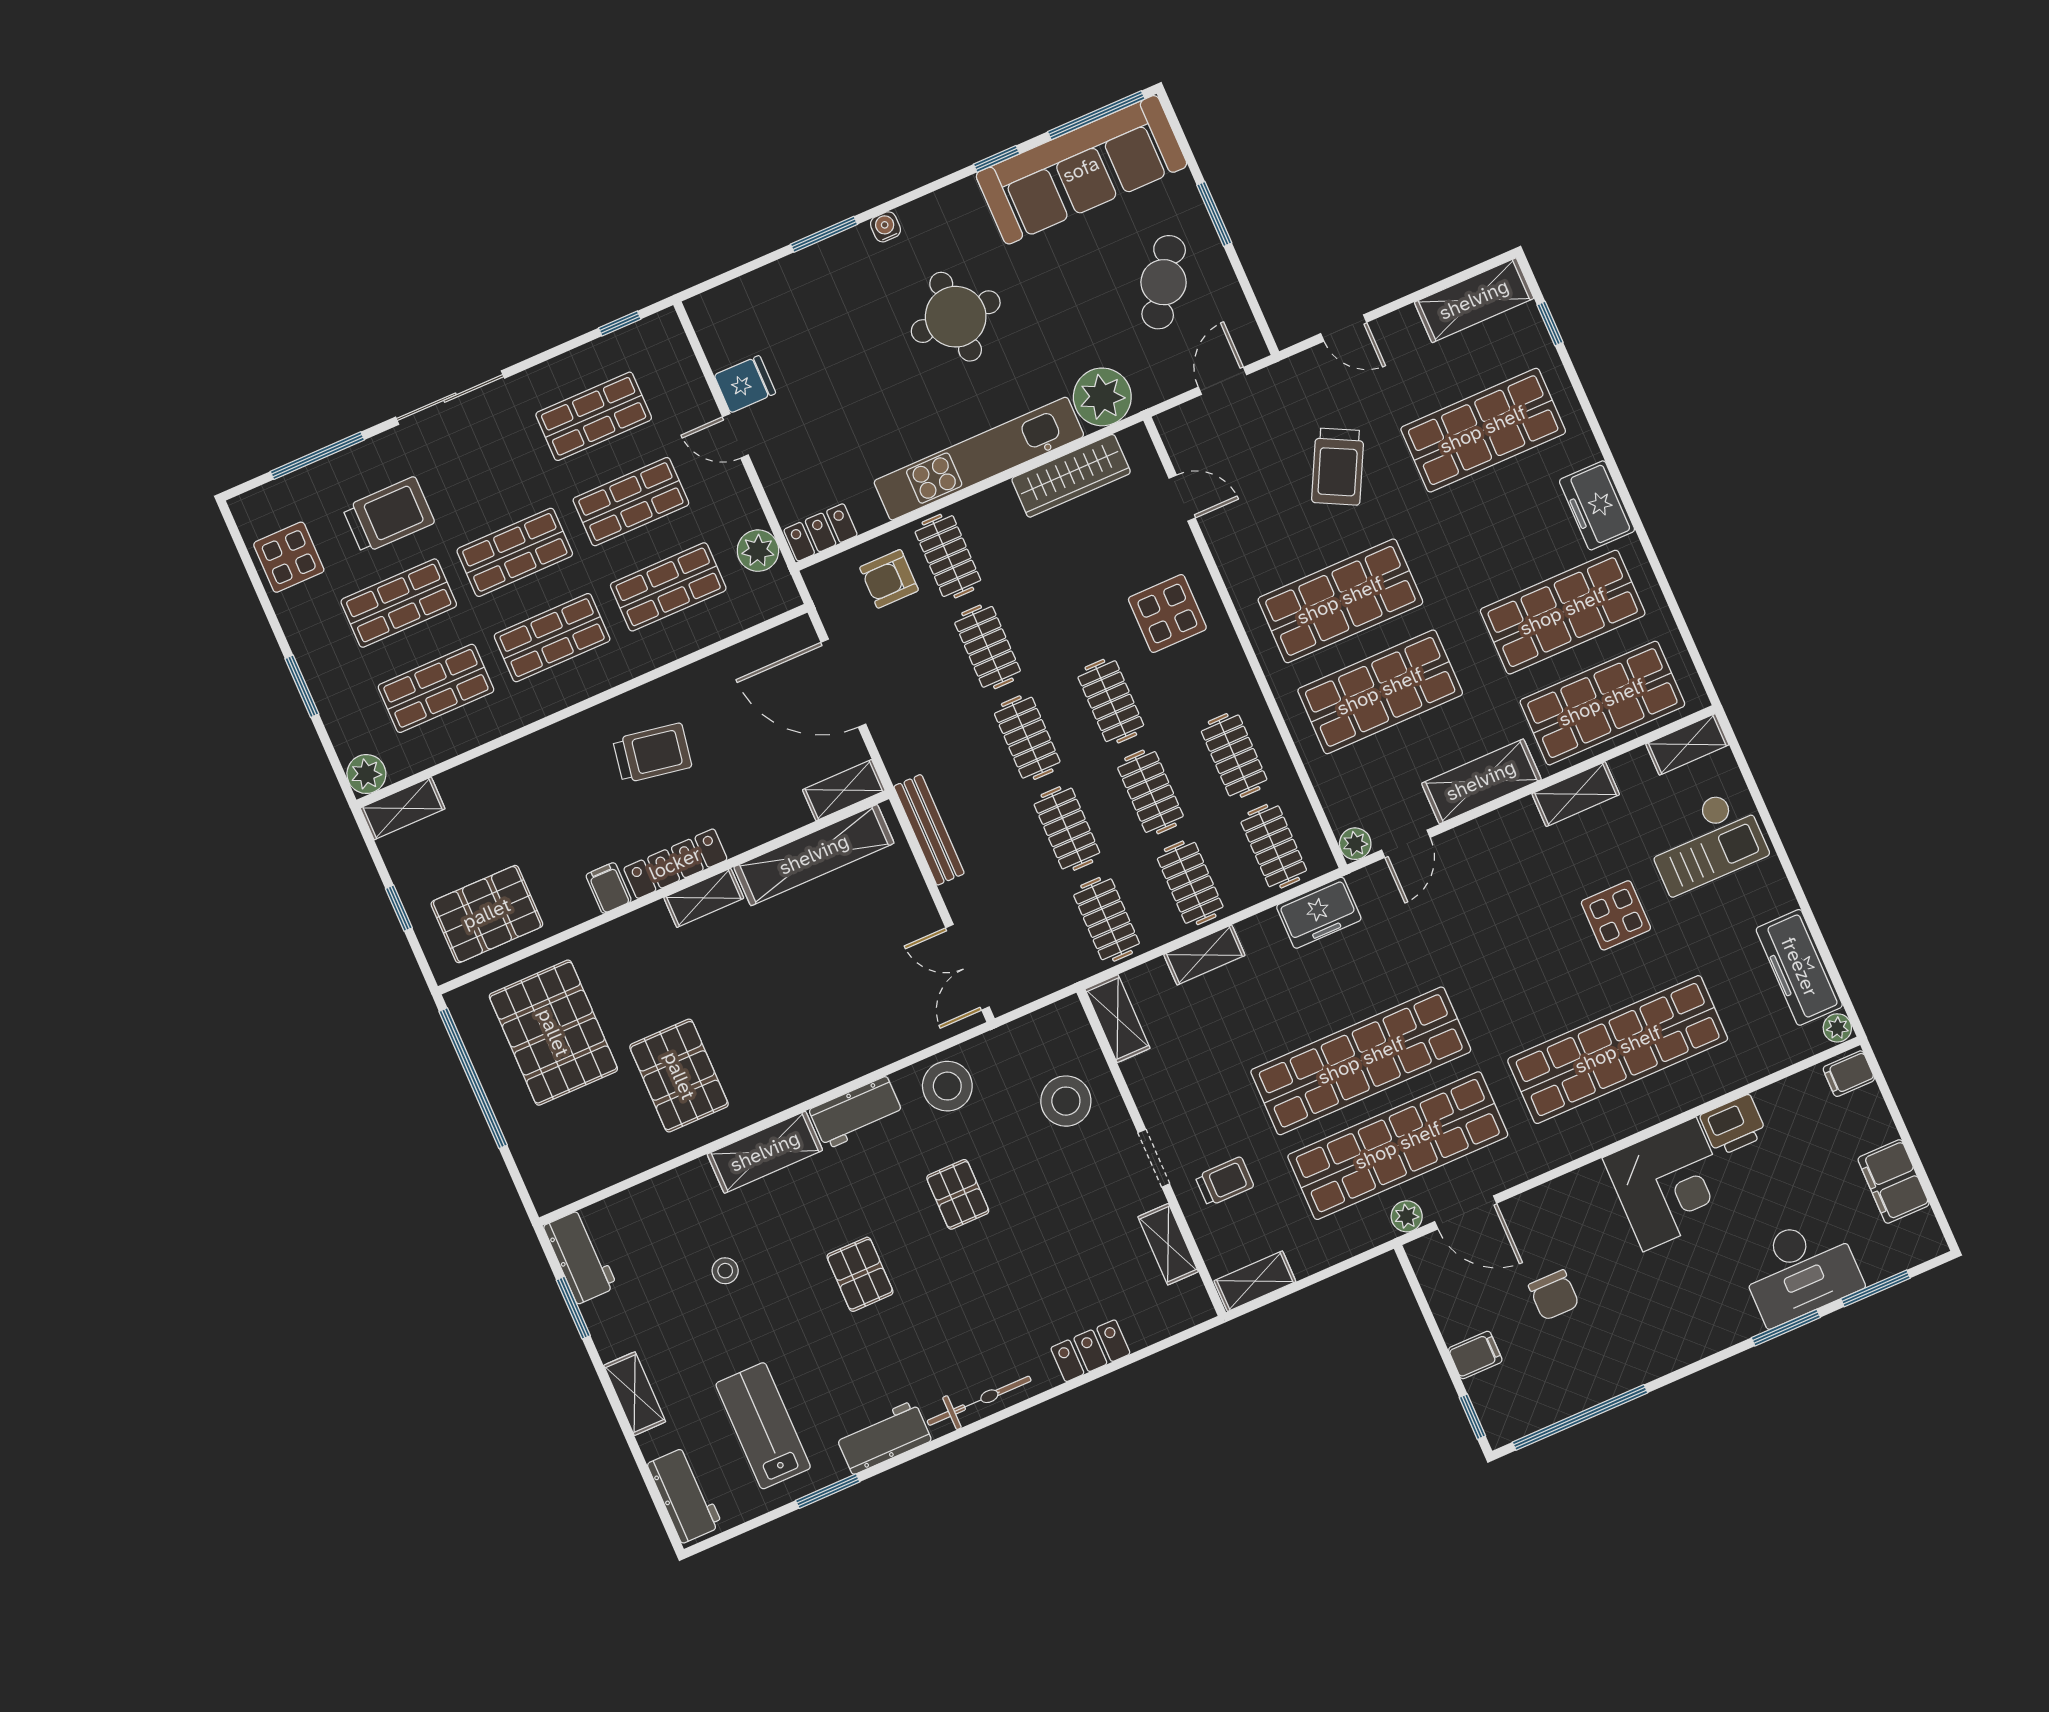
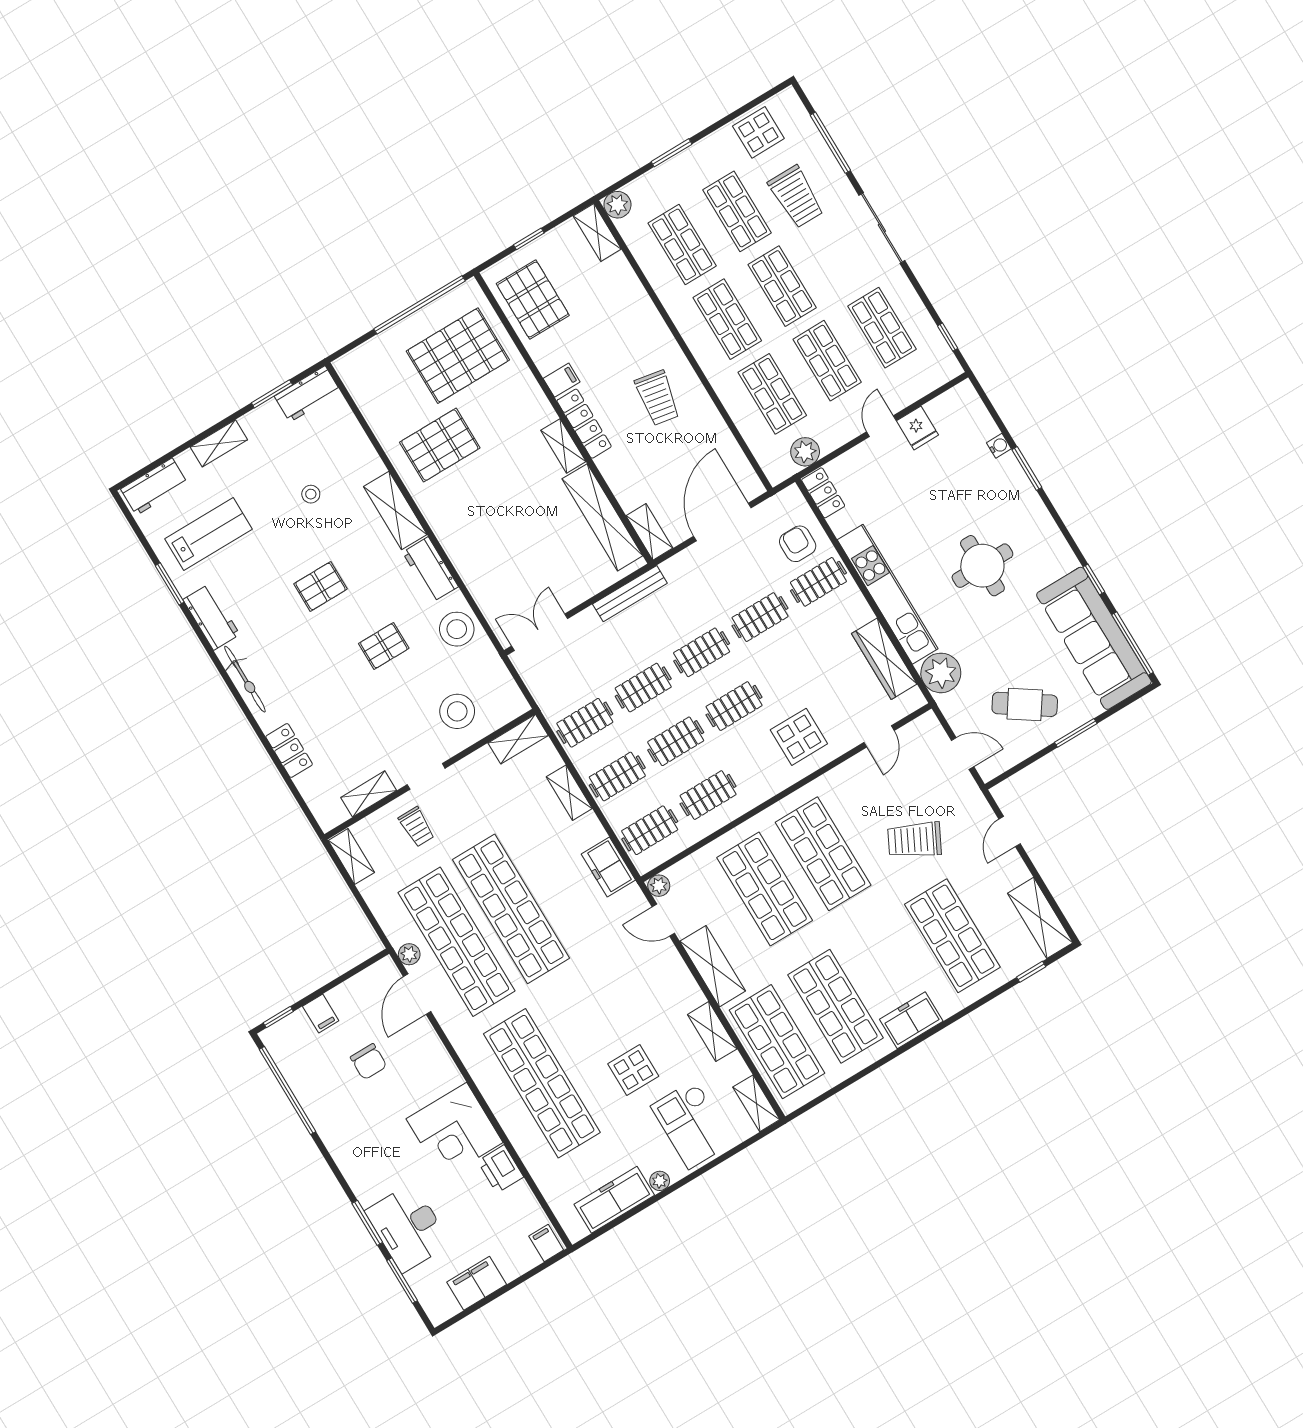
water cooler: (885, 227) -> (999, 446), moved
plant: (1837, 1028) -> (660, 1181), moved
chair: (1554, 1295) -> (369, 1062), turned -90

